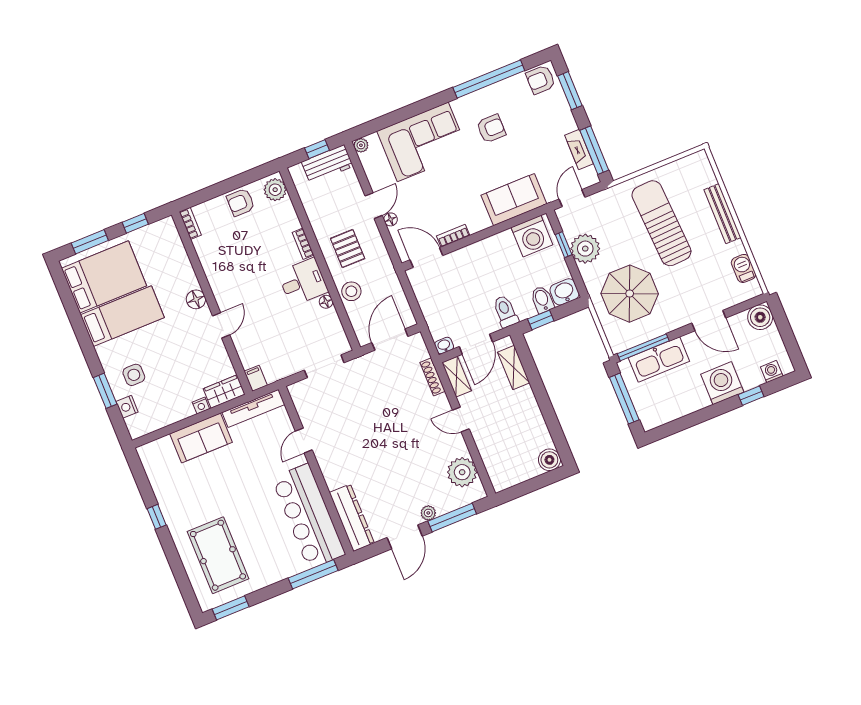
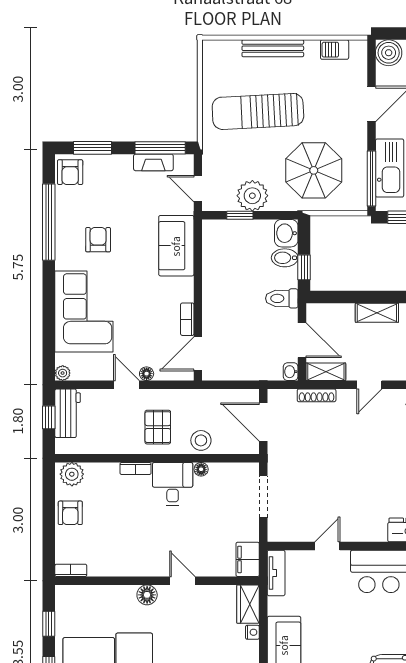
washing machine: (532, 236) -> (219, 243), removed
pallet: (348, 249) -> (158, 427), turned 90
shelving: (514, 368) -> (377, 313), moved
filing cabinet: (256, 378) -> (248, 559), width x2.00
tv unit: (253, 408) -> (276, 573), width x0.71
door: (304, 441) -> (327, 546), swing flipped

